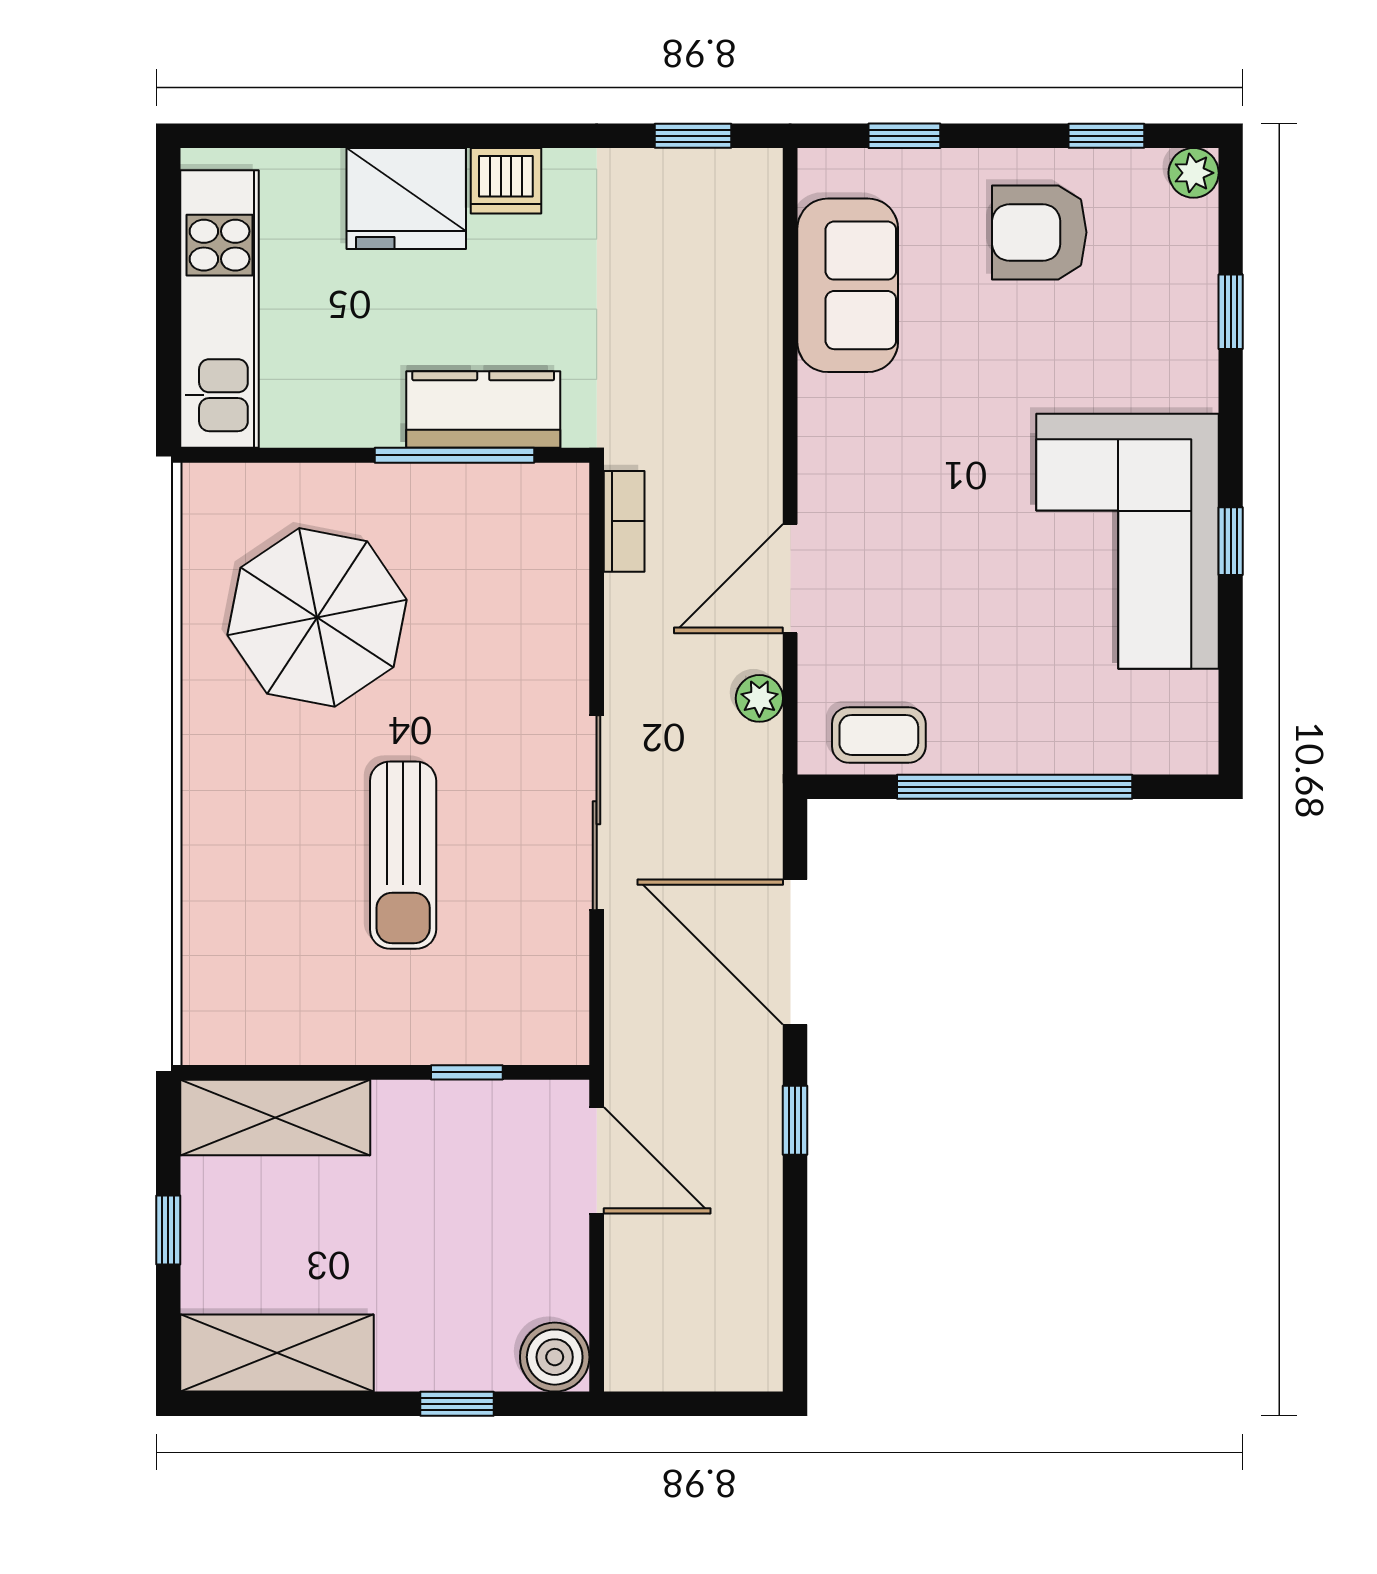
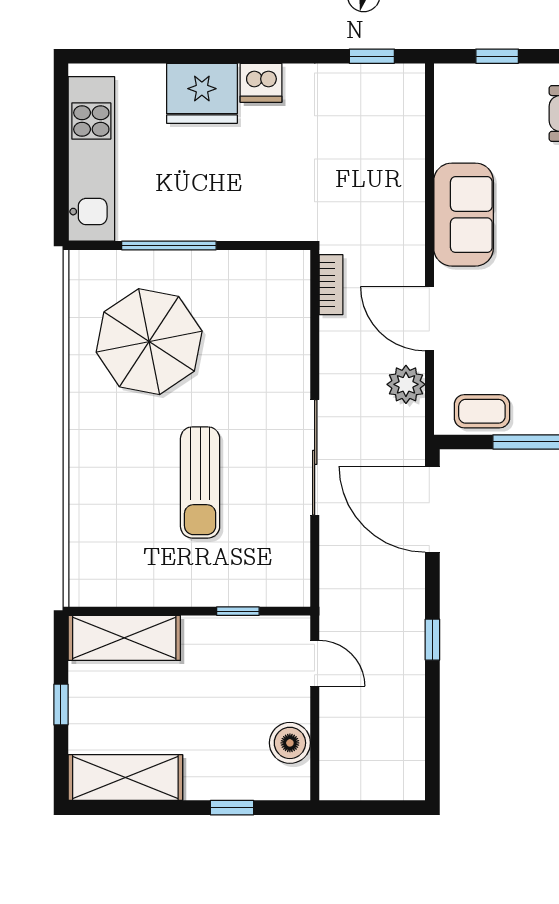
sofa: (848, 285) -> (464, 215), moved
kitchen counter: (483, 410) -> (248, 218), removed
window: (455, 455) -> (169, 245), moved
door: (790, 579) -> (429, 319), hinge flipped
plant: (759, 698) -> (406, 384), width x1.38, depth x1.38
door: (795, 952) -> (432, 509), moved
door: (597, 1160) -> (315, 663), width x0.73
boiler: (555, 1357) -> (290, 743), moved

